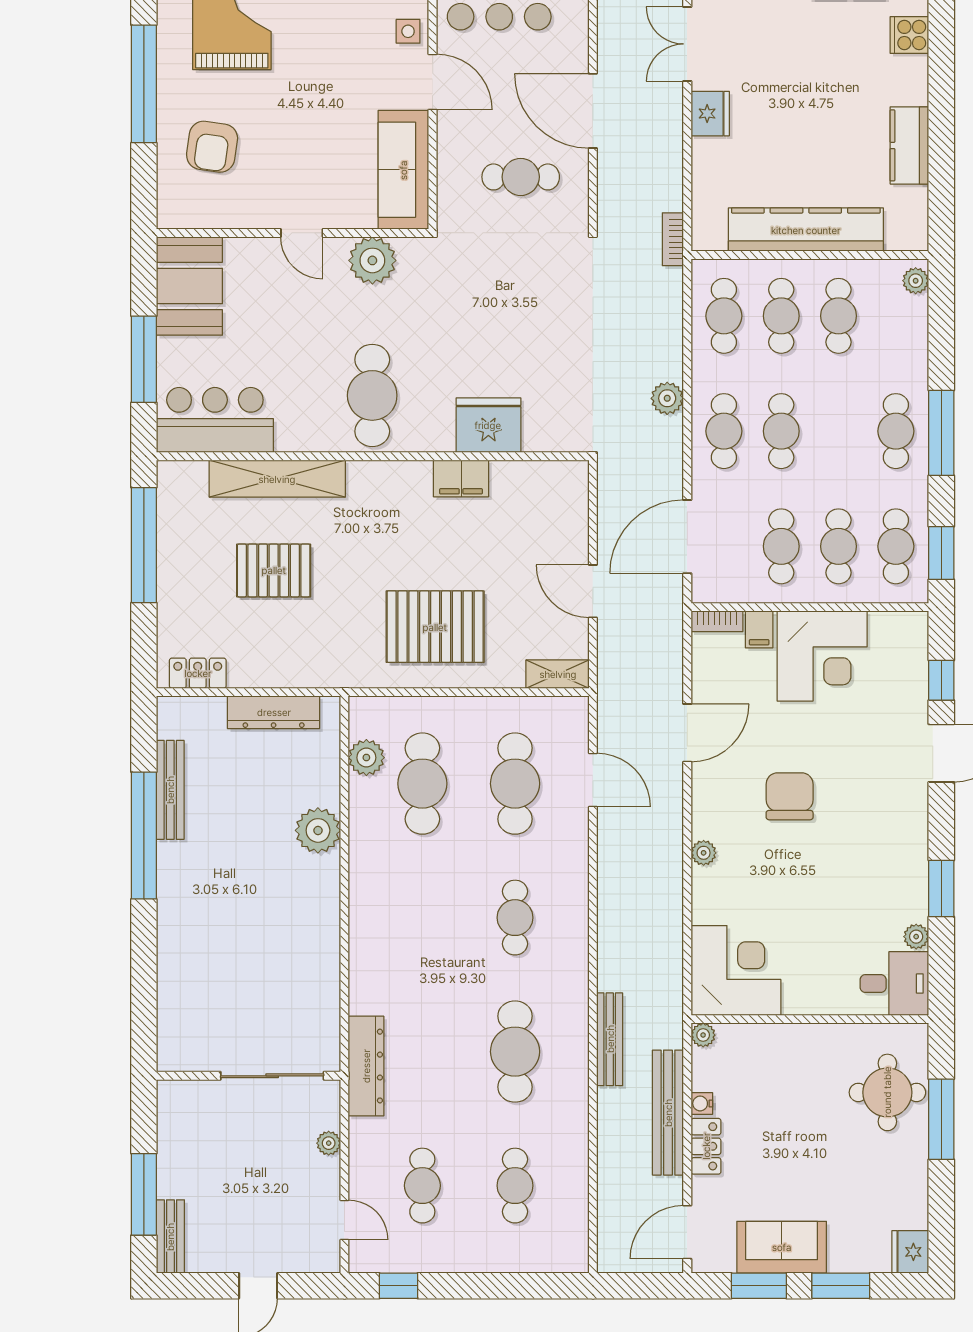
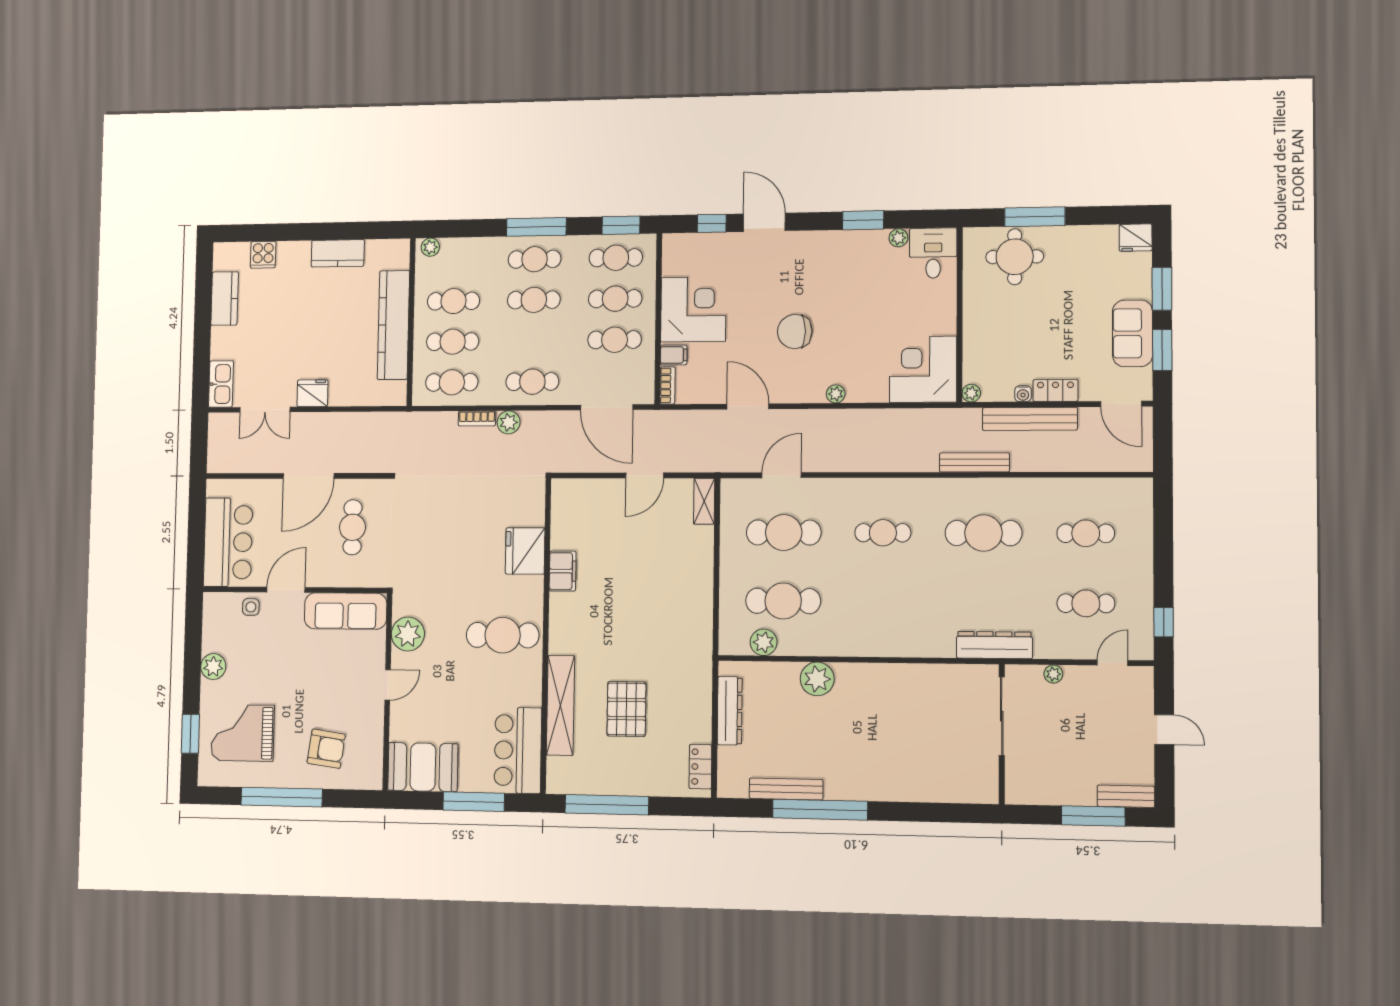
bookcase: (673, 239) -> (477, 418), moved
cafe table: (781, 431) -> (534, 300), moved
pallet: (435, 627) -> (669, 591), removed

